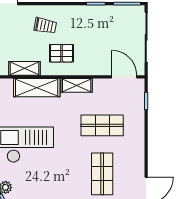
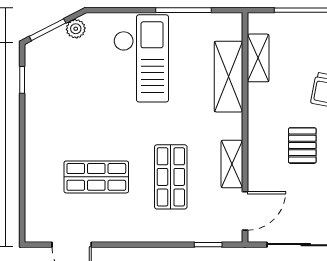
pallet: (62, 53) -> (302, 145), moved
shelving: (77, 85) -> (232, 164), moved

